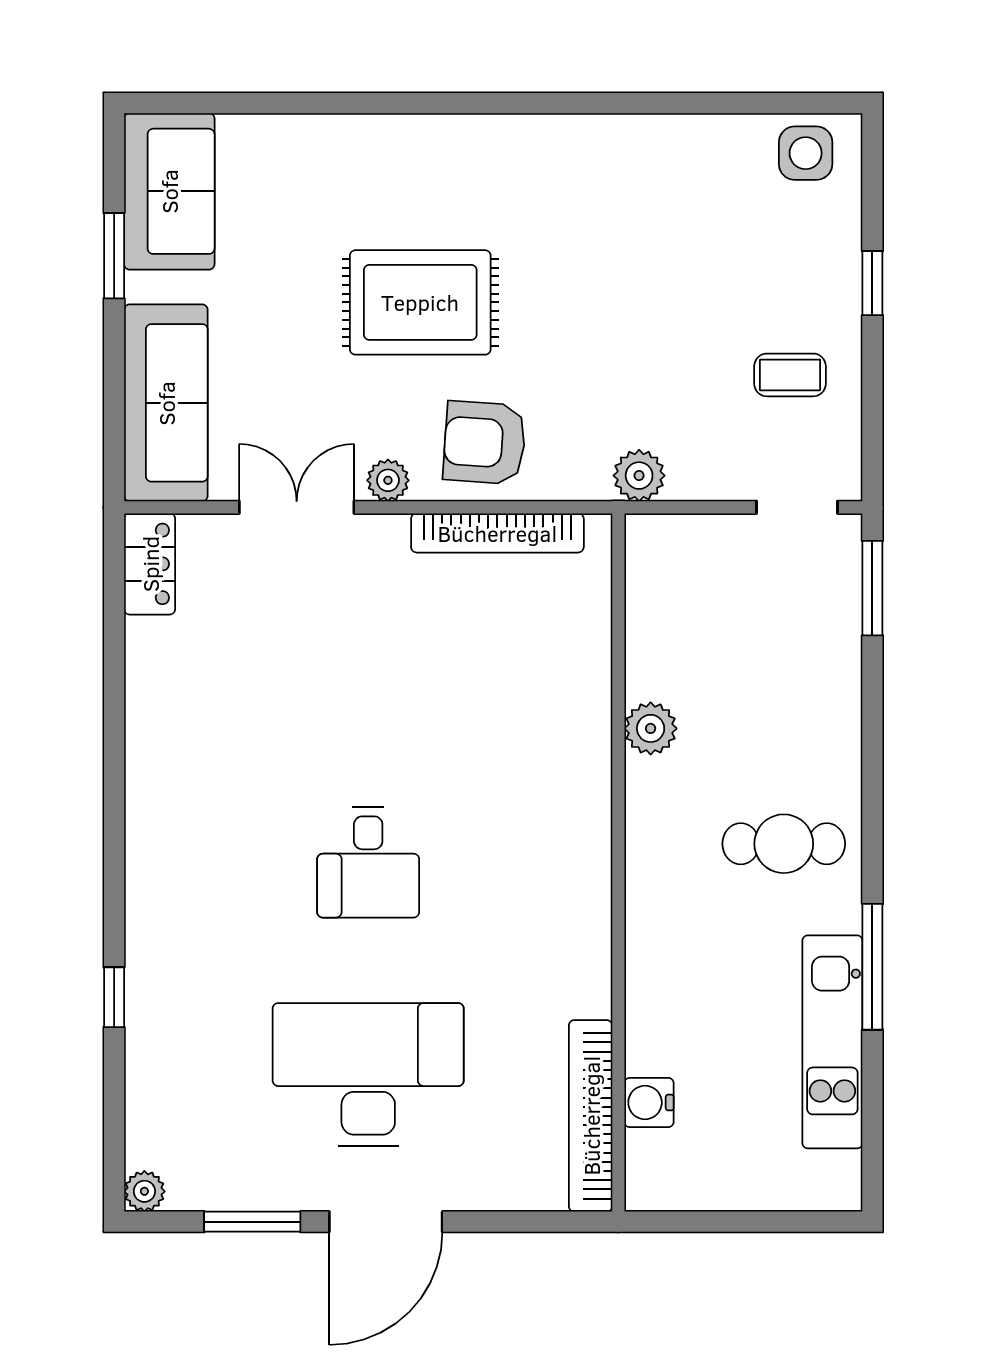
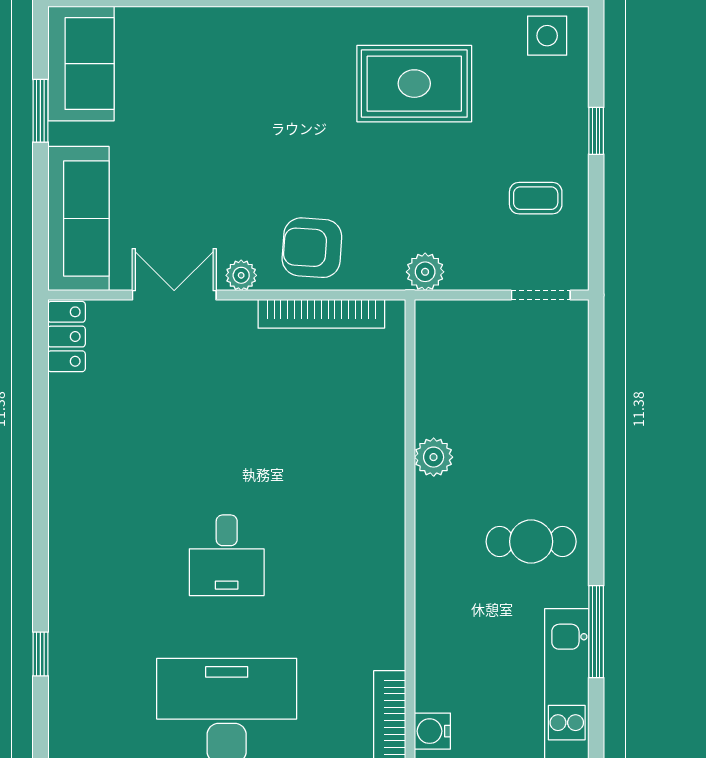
rug: (420, 302) -> (414, 84), moved
window: (872, 588) -> (596, 354), removed

